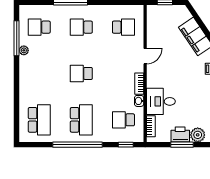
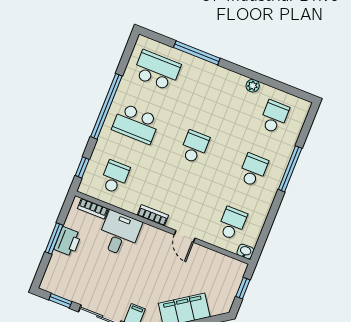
school desk: (123, 27) -> (232, 223), turned 180
window: (17, 38) -> (197, 53), moved
washbasin: (139, 101) -> (245, 252), moved
school desk: (39, 120) -> (157, 70), turned 180
plant: (198, 135) -> (59, 263), removed

